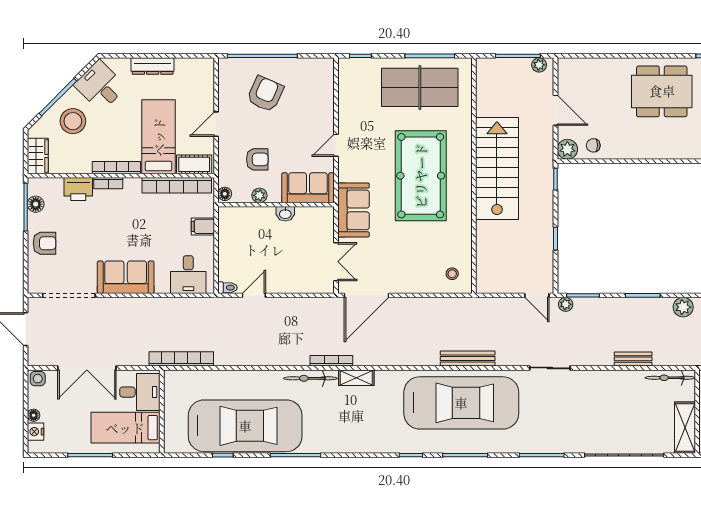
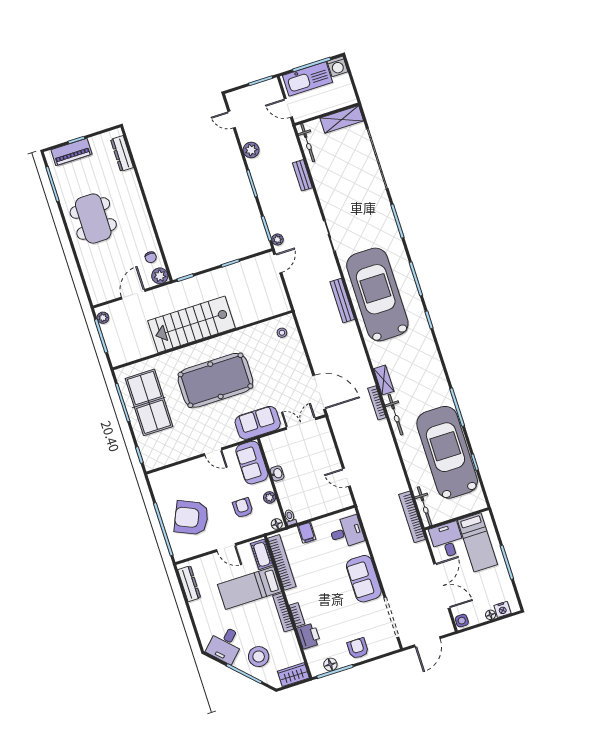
dresser: (153, 66) -> (189, 584), moved
armchair: (265, 94) -> (191, 518), width x1.36, depth x1.36
toilet: (228, 288) -> (290, 517), moved
bicycle: (189, 378) -> (424, 506), added

